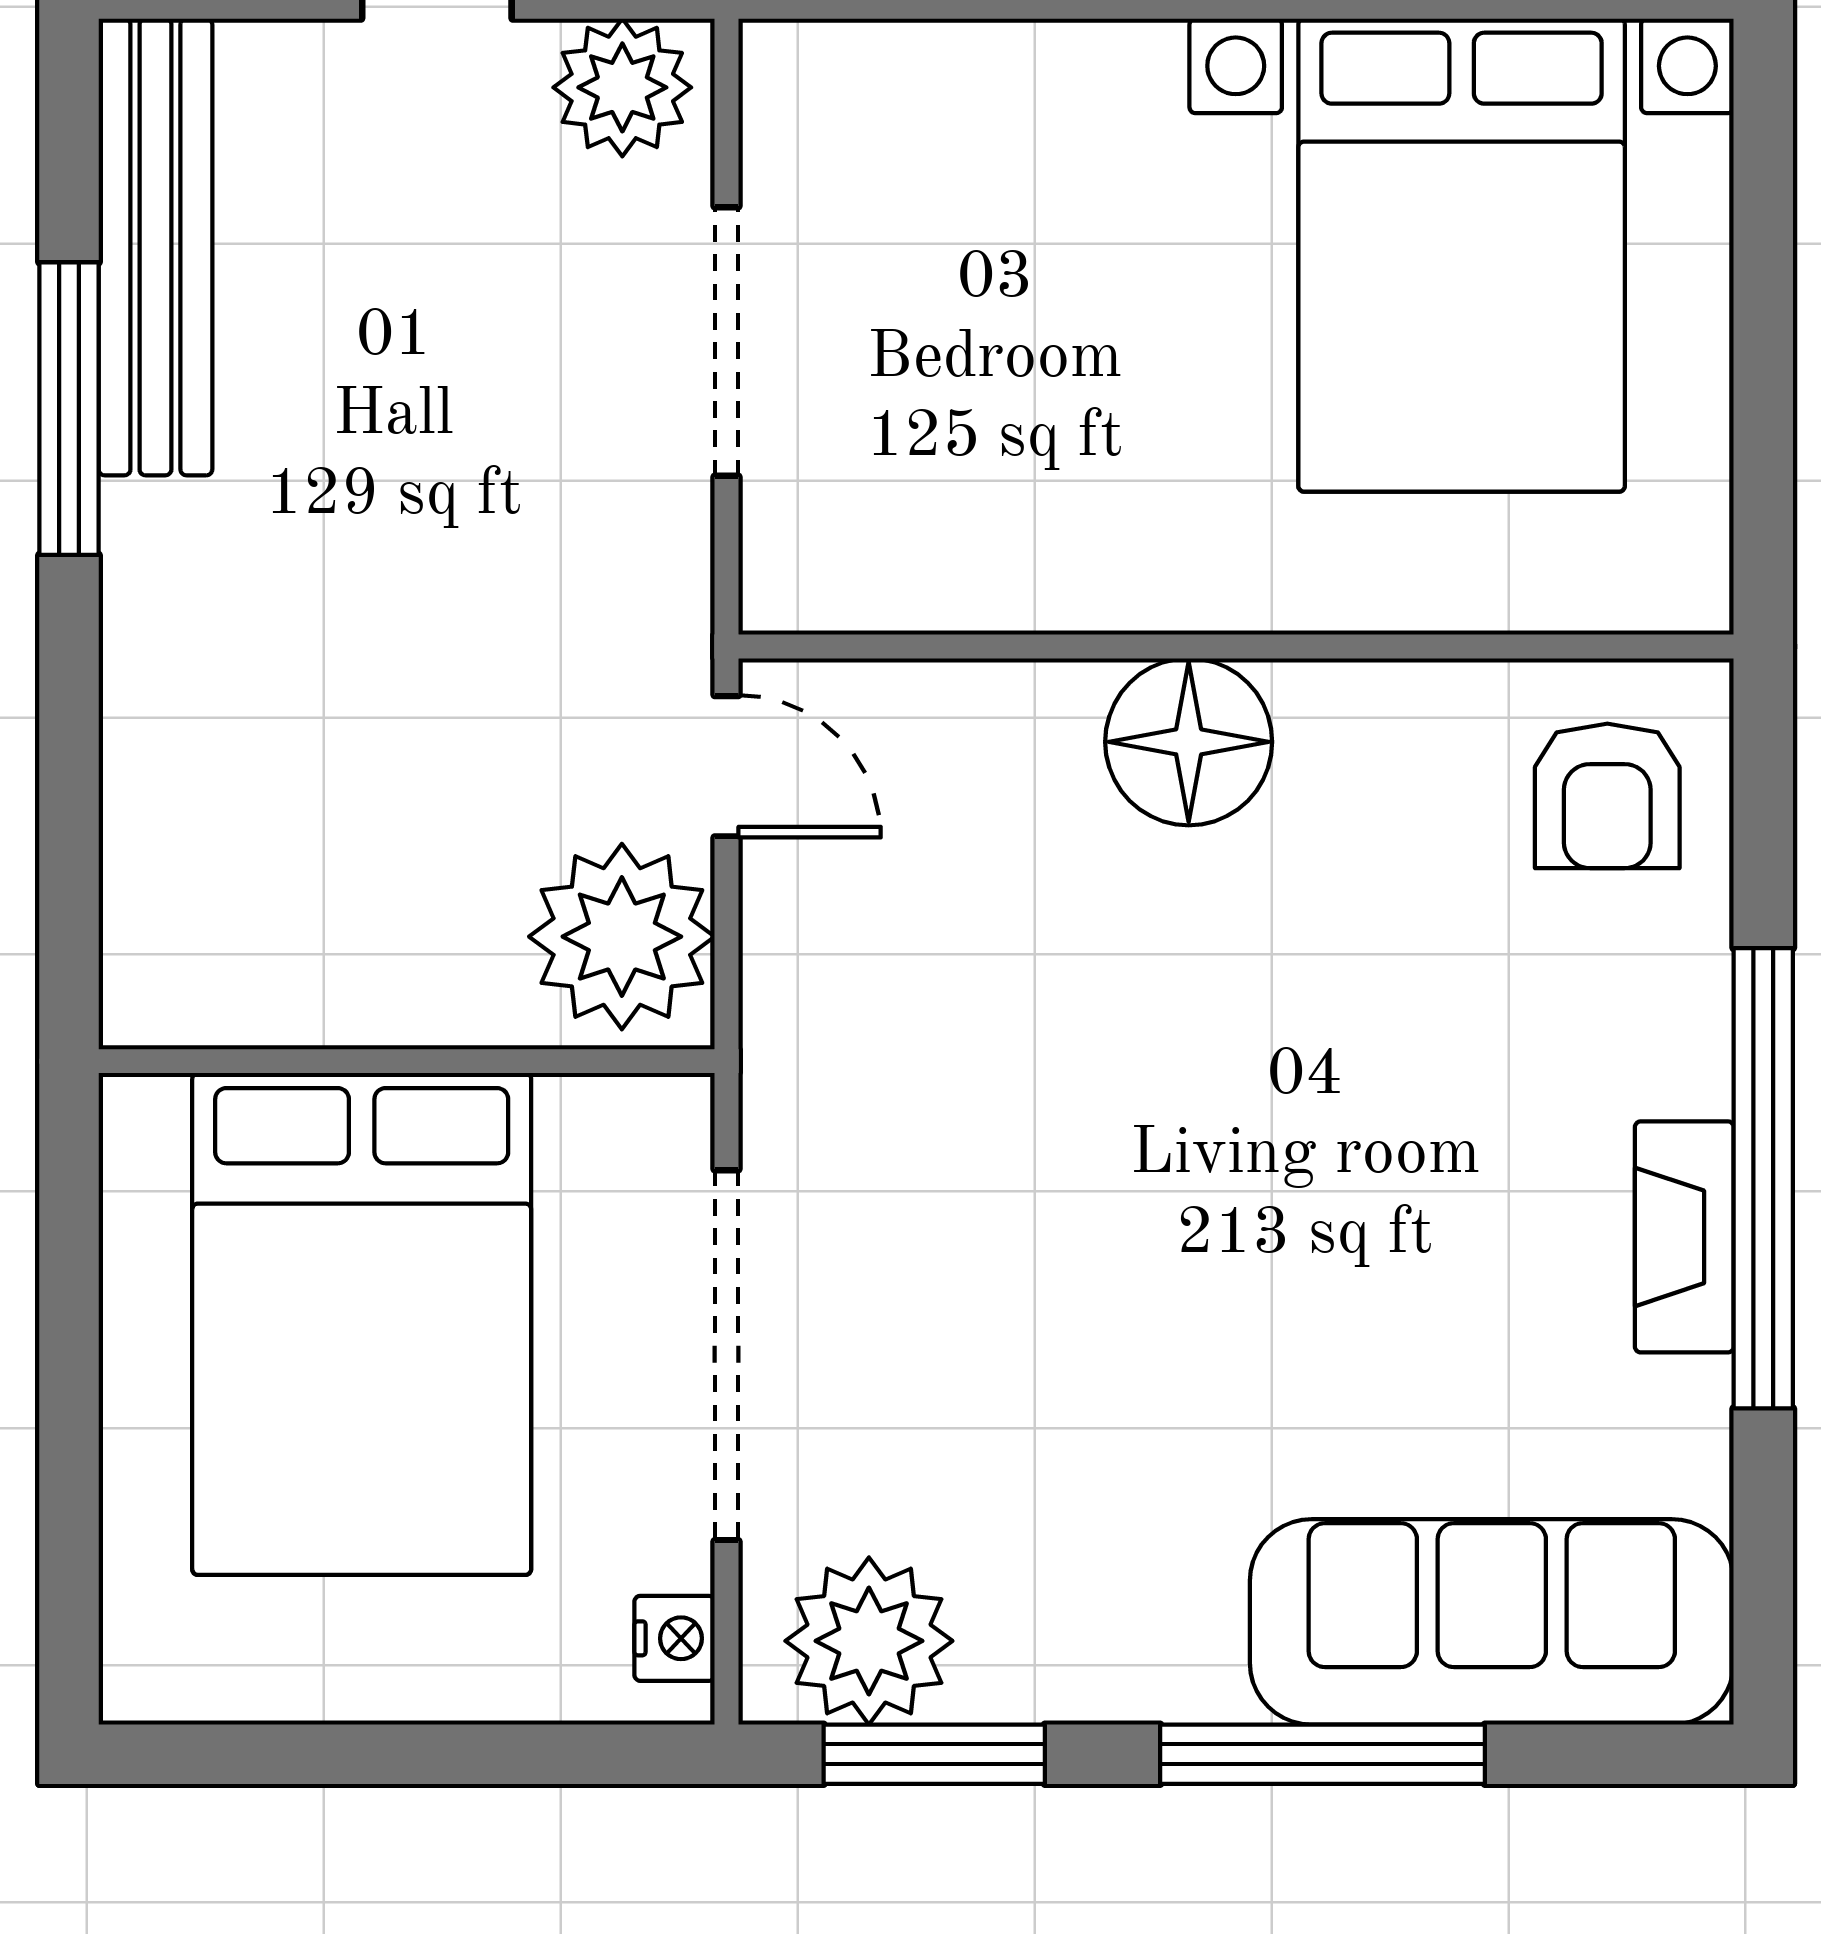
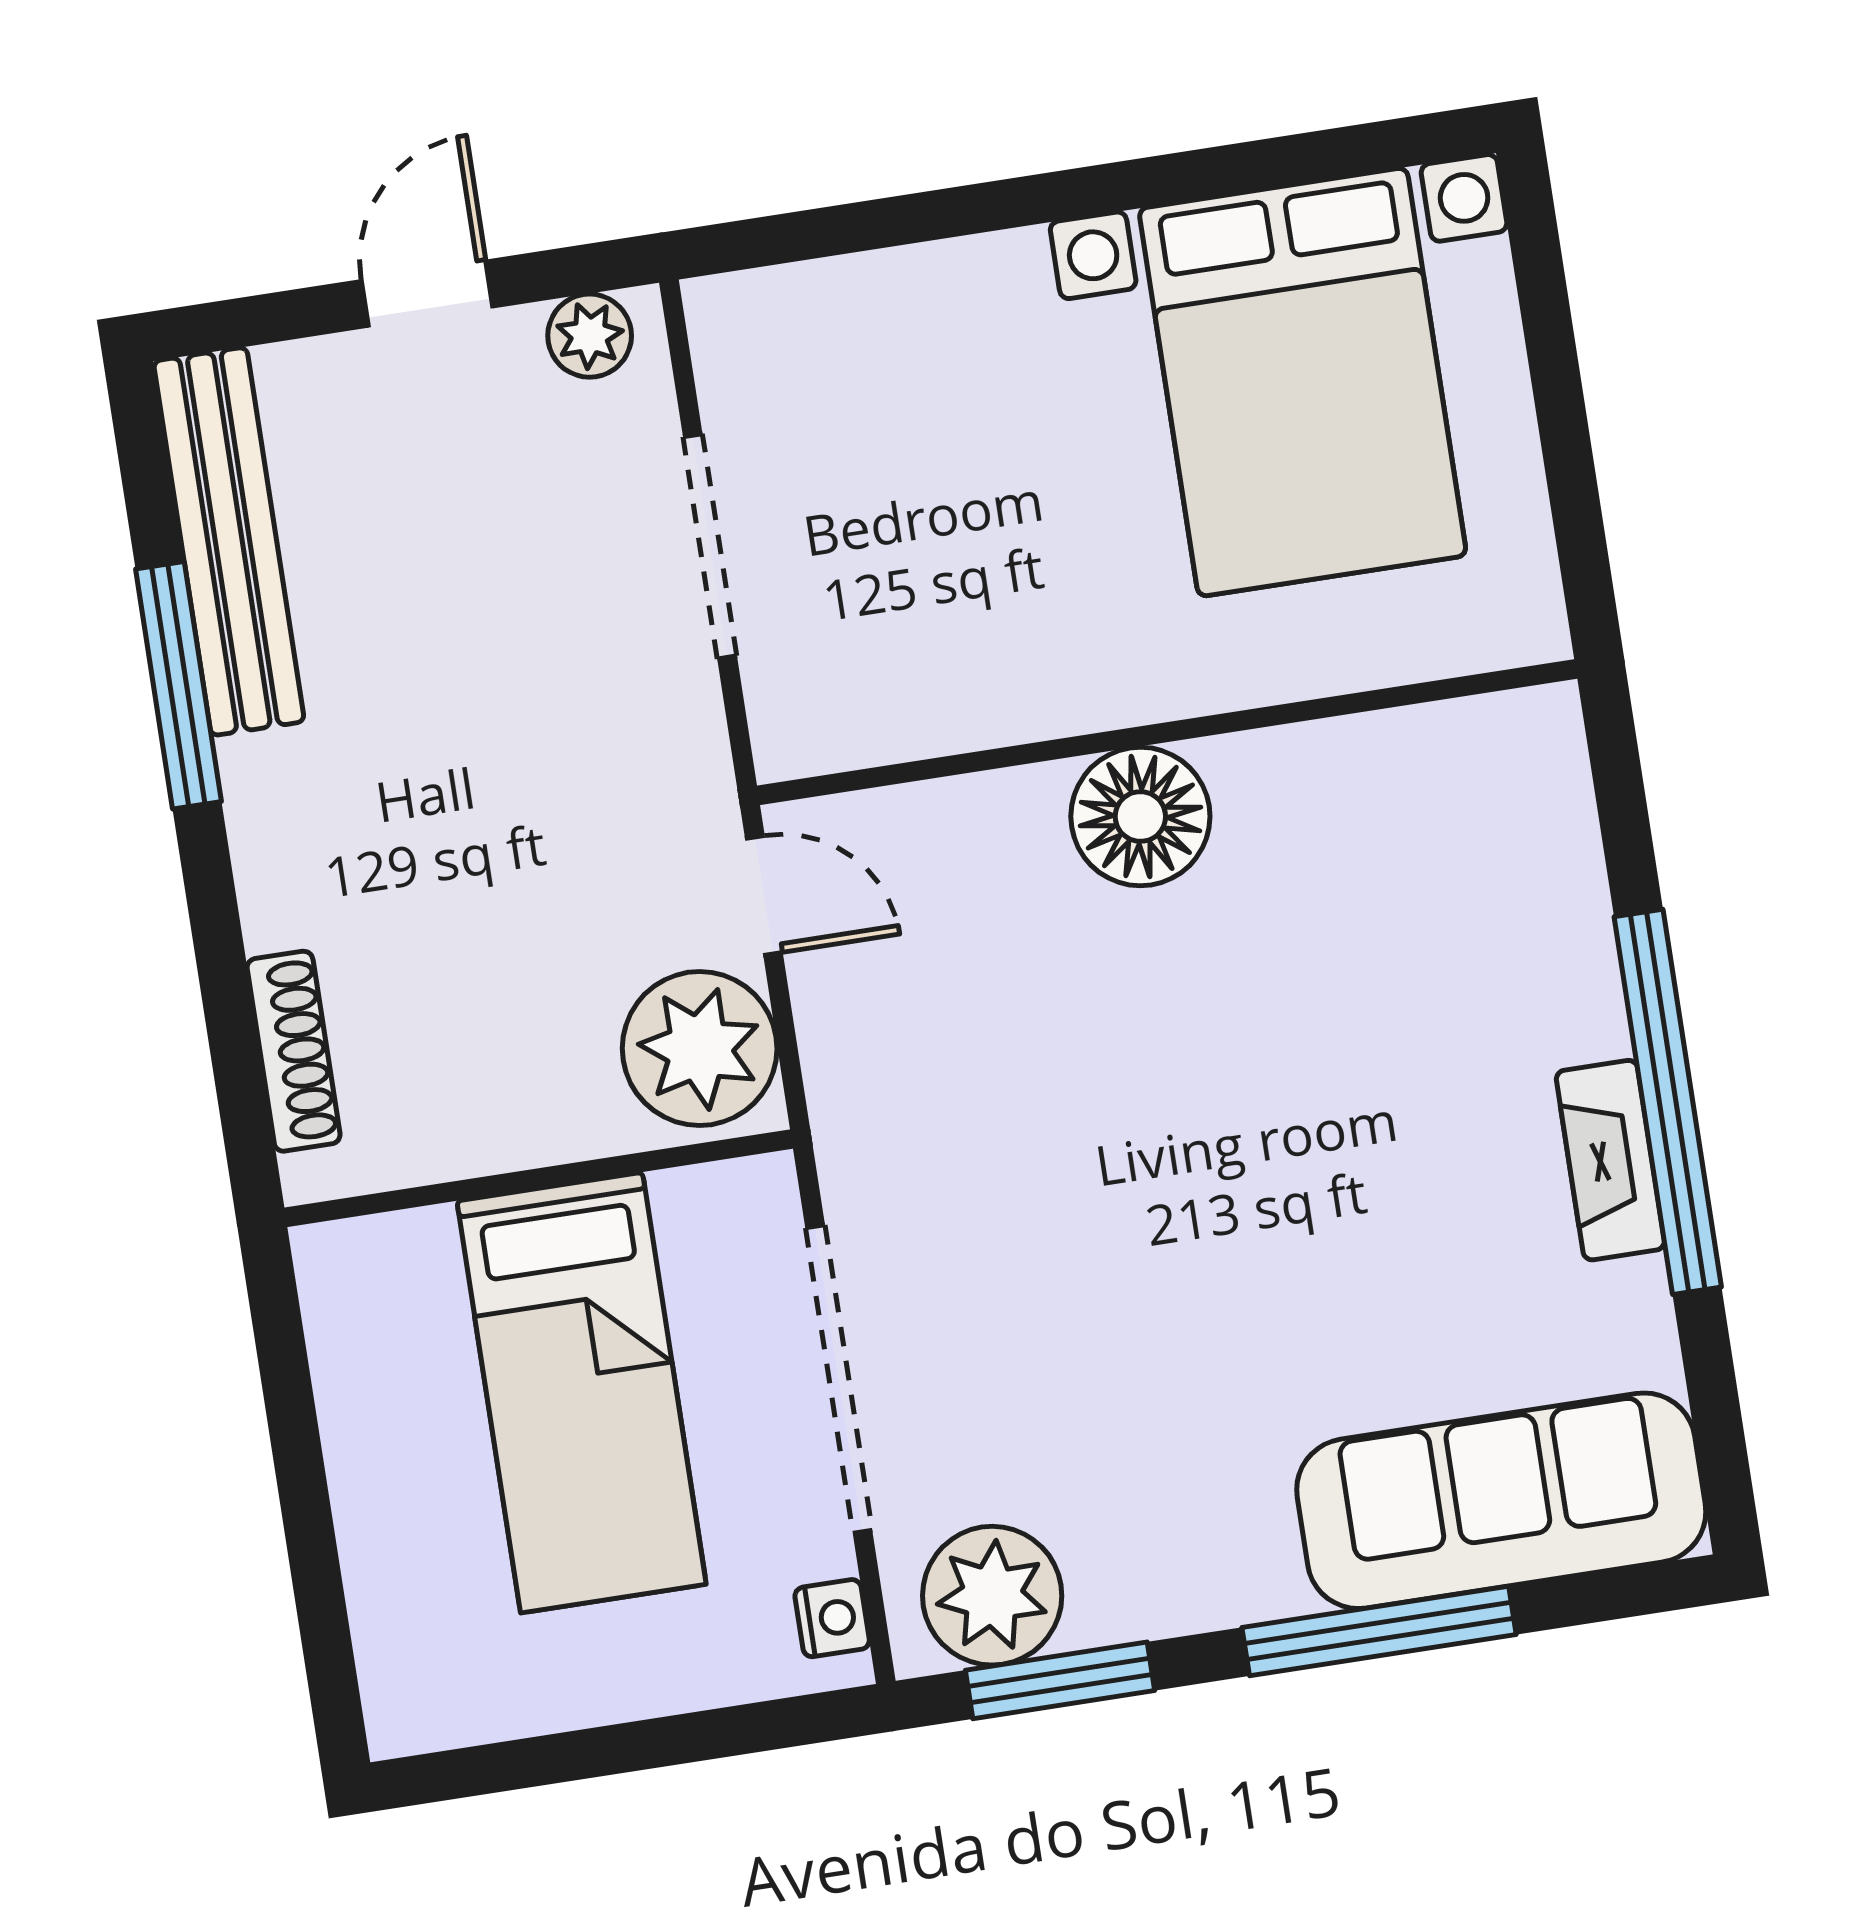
plant: (622, 87) -> (590, 336), width x0.73, depth x0.73
armchair: (1607, 796) -> (1491, 808), removed
shoe rack: (139, 865) -> (294, 1051), added
bed: (362, 1324) -> (582, 1393), width x0.67

